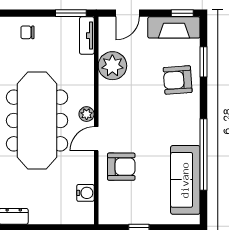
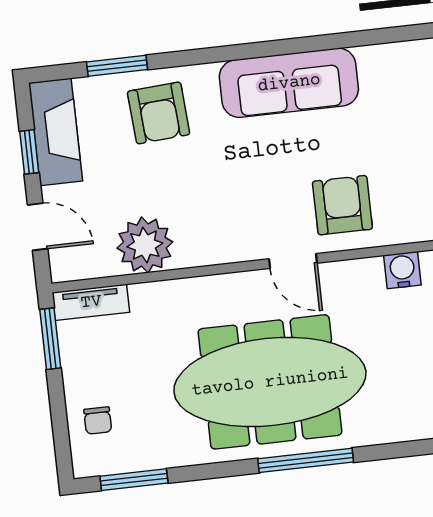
window: (182, 13) -> (29, 152), moved
plant: (87, 114) -> (246, 285), removed
window: (204, 155) -> (300, 45), removed
sofa: (185, 180) -> (289, 83), moved

